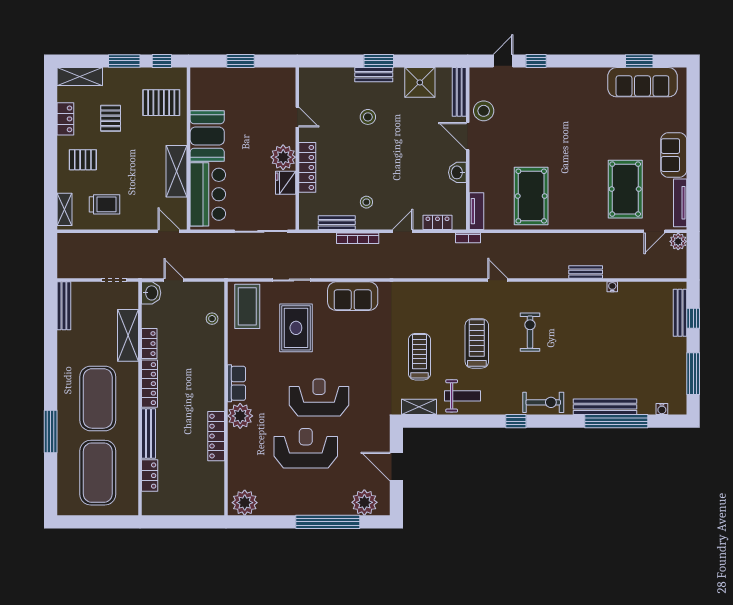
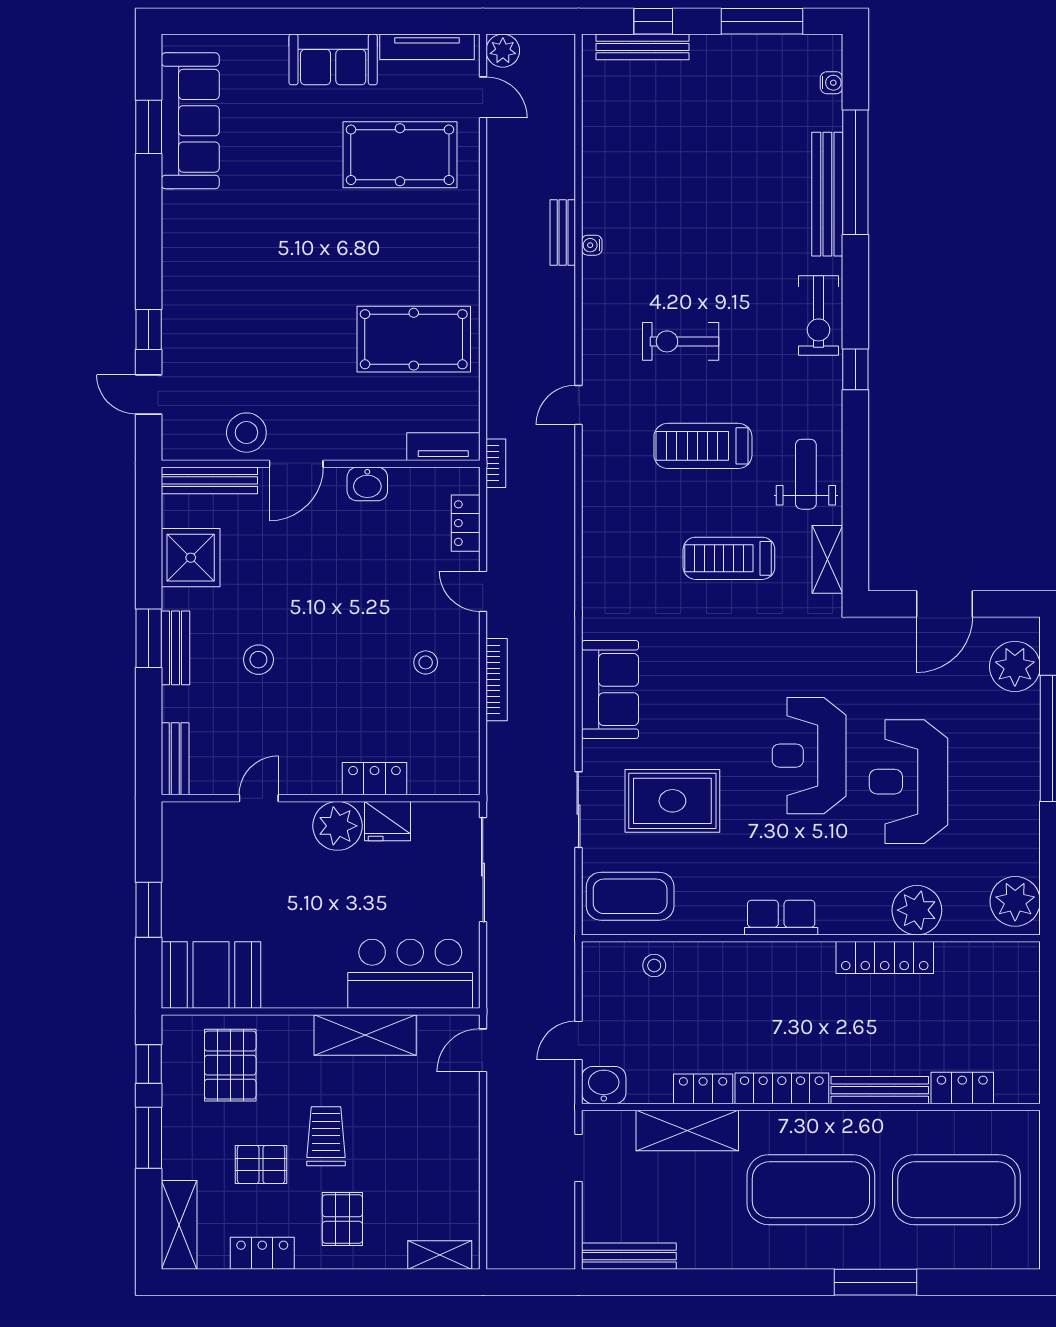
booth: (207, 136) -> (211, 975), moved
locker: (307, 167) -> (375, 779), width x0.66
trolley: (104, 204) -> (326, 1136), moved
bench: (337, 223) -> (175, 759), moved
water cooler: (612, 287) -> (592, 245), moved
exercise bike: (543, 402) -> (819, 316), turned 180
plant: (240, 416) -> (917, 910), moved

